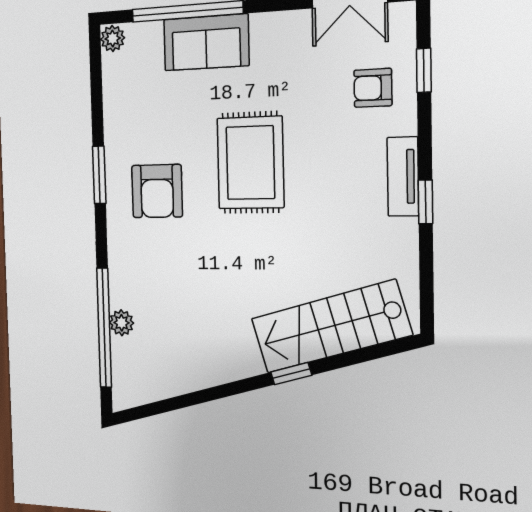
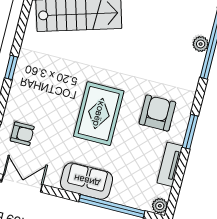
sofa: (206, 42) -> (87, 181), moved
tv unit: (403, 177) -> (170, 164), moved, turned 180

